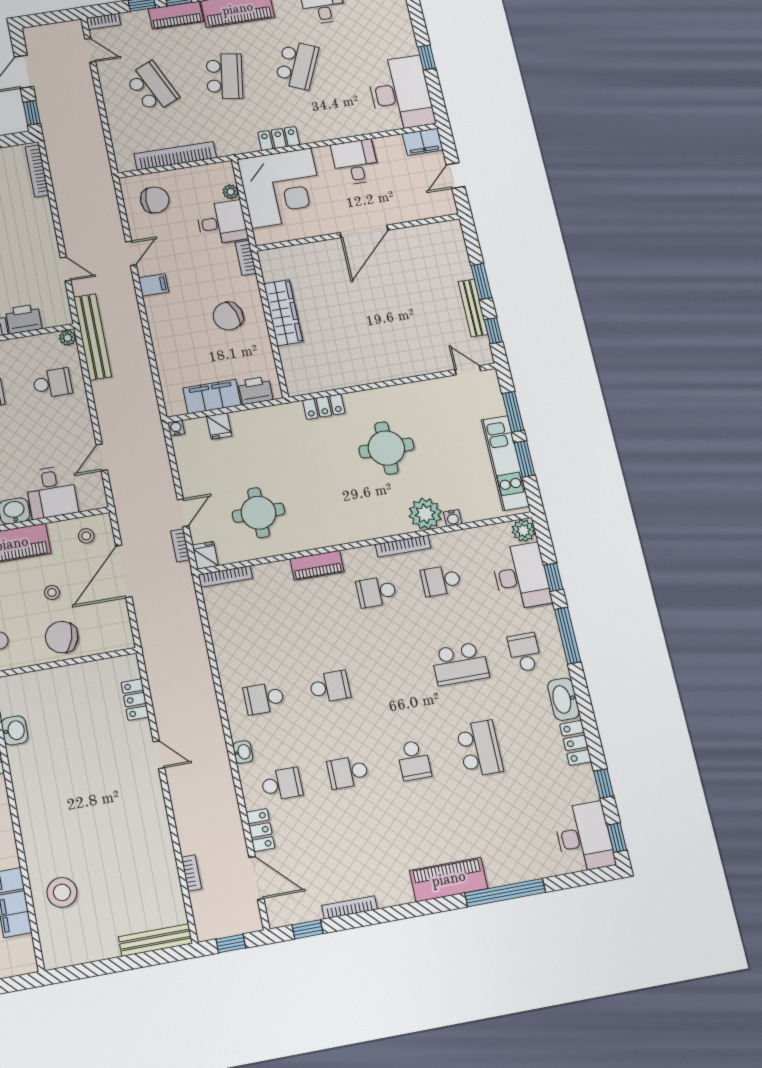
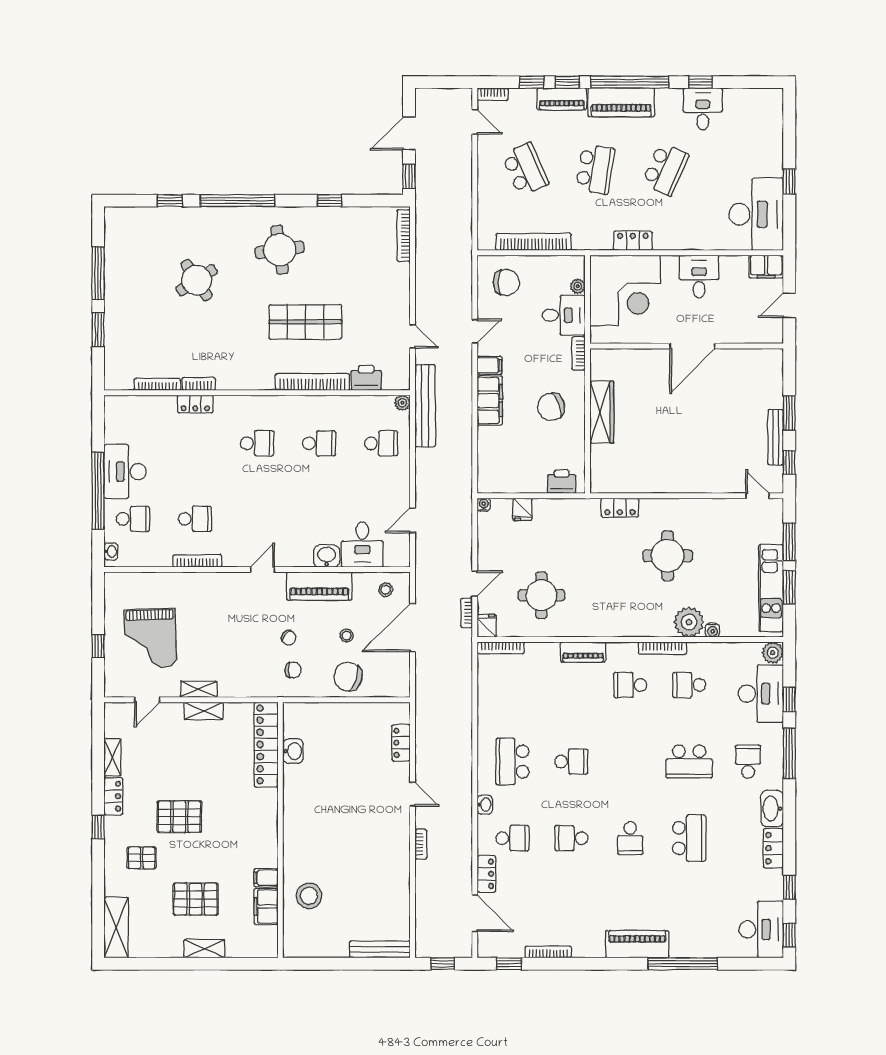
filing cabinet: (212, 397) -> (490, 401), moved, turned 90
school desk: (264, 698) -> (512, 762), width x1.85
bookcase: (191, 873) -> (421, 844), moved

